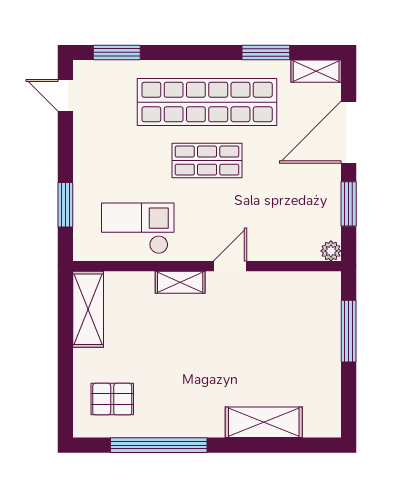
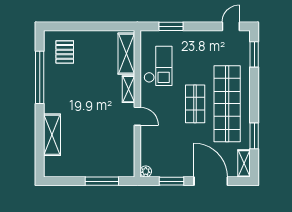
shelving: (88, 309) -> (126, 54), moved, turned 90

